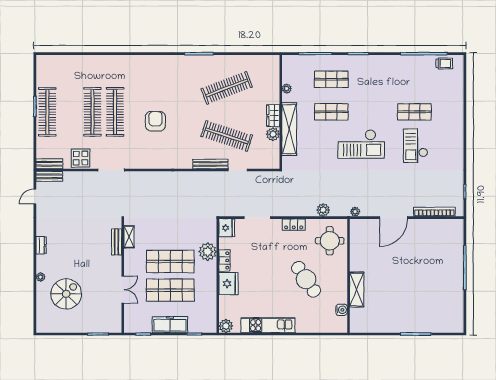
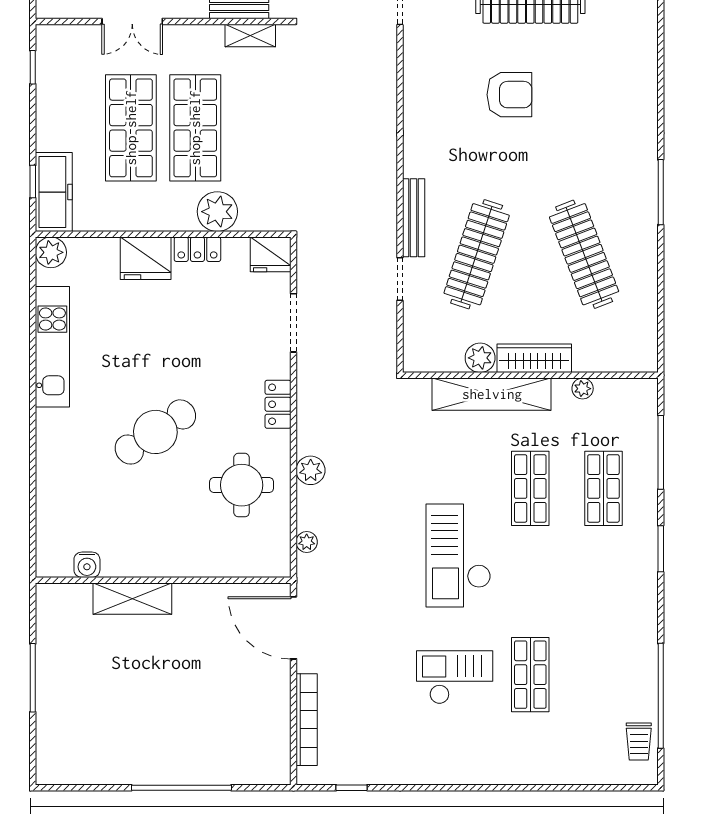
wardrobe: (273, 116) -> (534, 358), width x1.50
wall: (348, 276) -> (163, 580), moved
shelving: (357, 289) -> (132, 599), moved
water cooler: (342, 310) -> (87, 565), moved
freezer: (170, 325) -> (54, 192), moved

